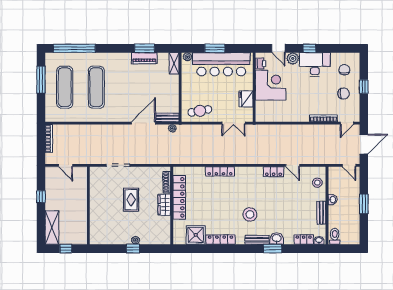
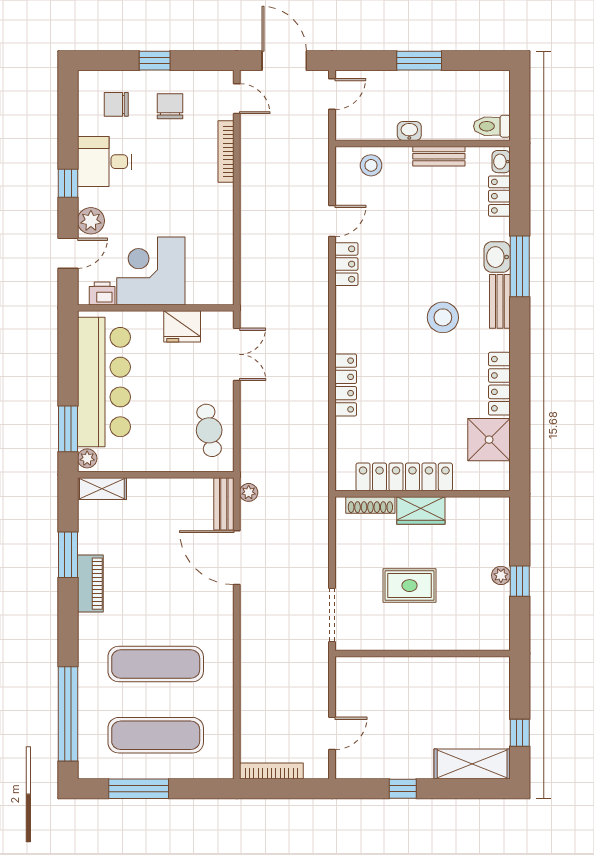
window: (215, 48) -> (68, 429), moved
piano: (144, 58) -> (90, 584), moved
desk: (315, 65) -> (105, 162), width x0.73
wall: (88, 205) -> (423, 653), moved
window: (273, 249) -> (520, 266), width x1.44

